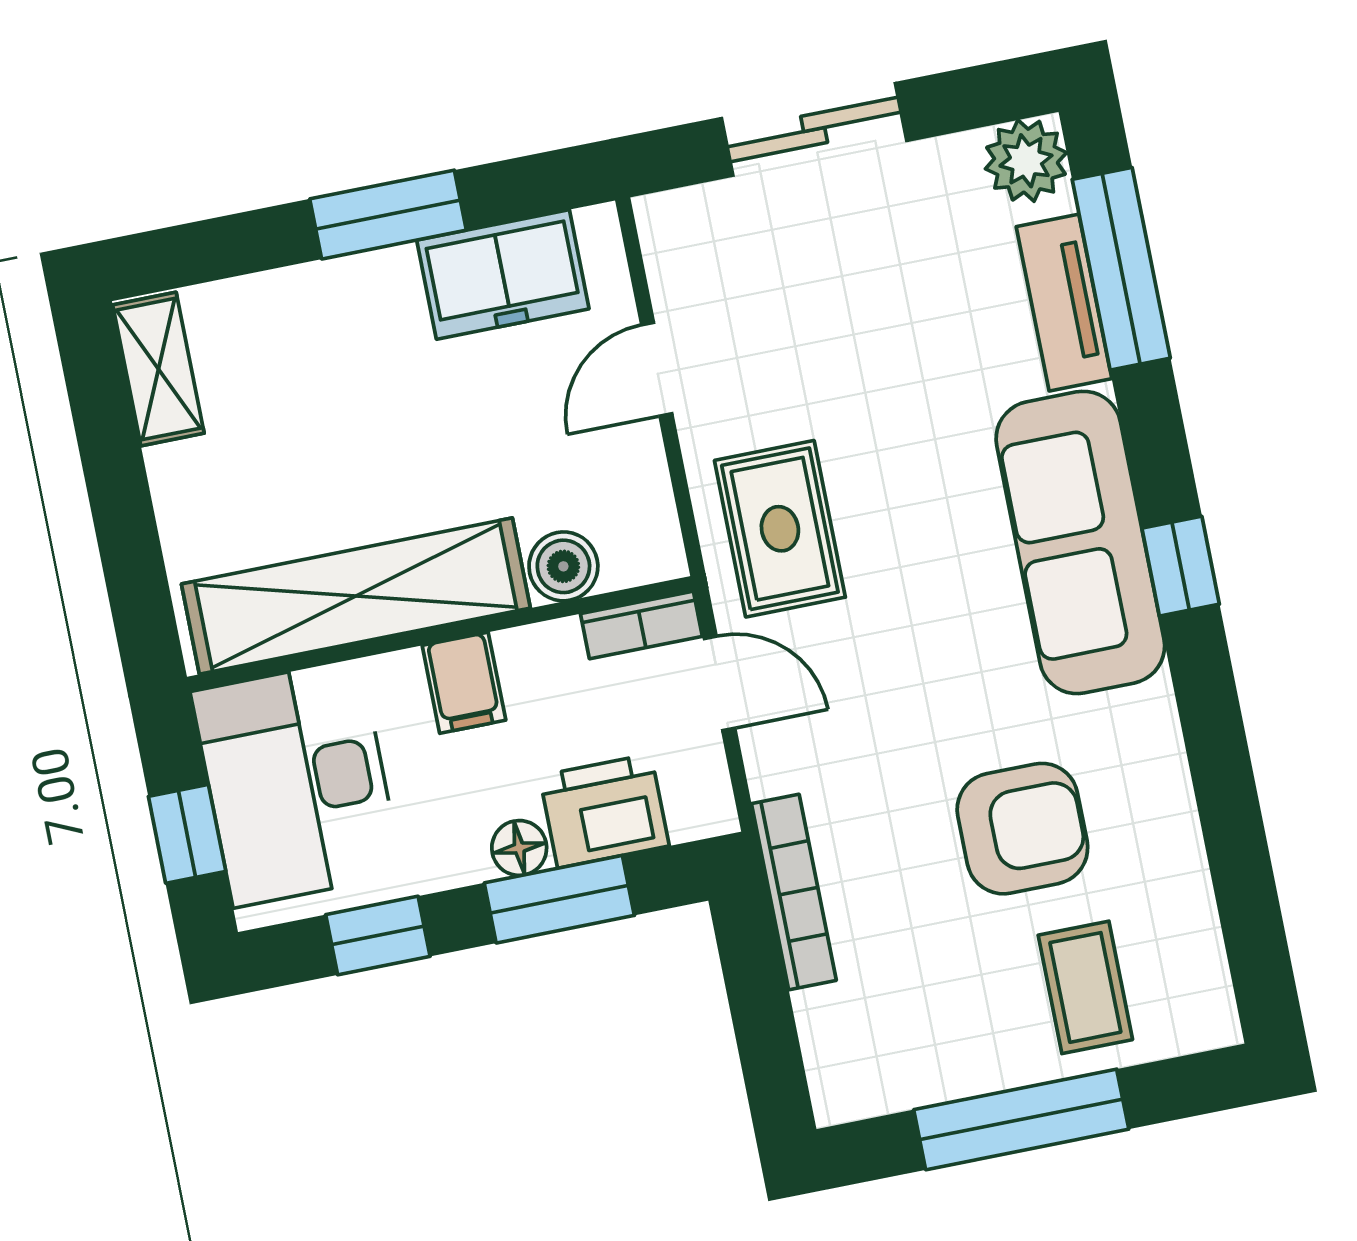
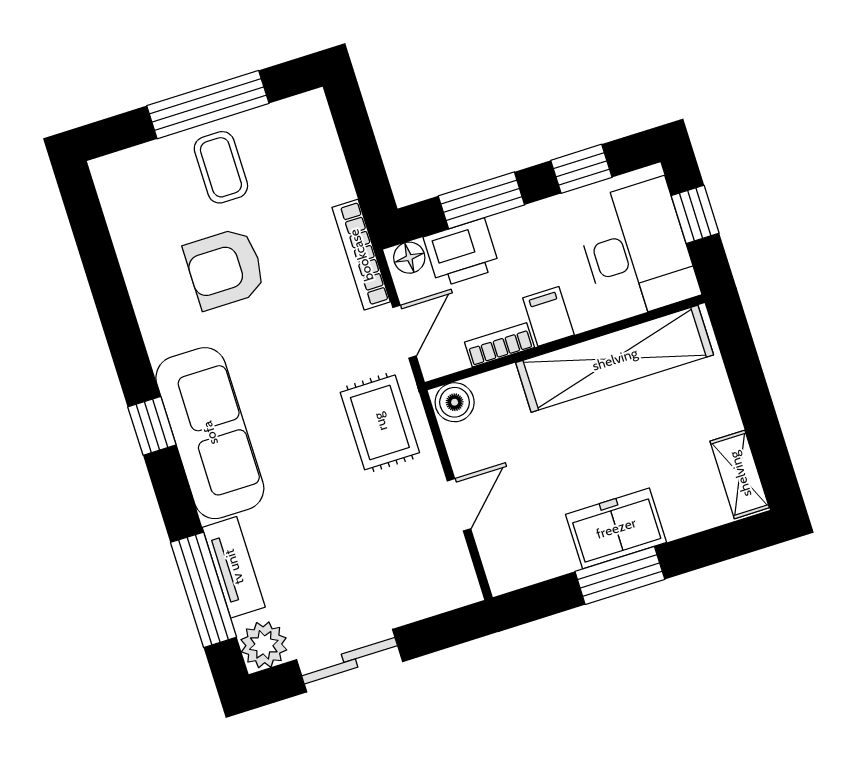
sliding door: (814, 129) -> (350, 661), moved
freezer: (503, 274) -> (616, 528), moved
boiler: (563, 566) -> (455, 402), moved
bookcase: (641, 625) -> (500, 345), moved
door: (720, 683) -> (404, 332), swing flipped
floor lamp: (519, 848) -> (409, 258), moved
bookcase: (794, 892) -> (361, 255), moved
coffee table: (1085, 987) -> (221, 167), moved

